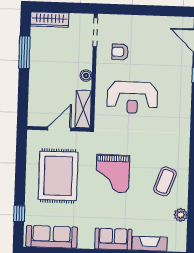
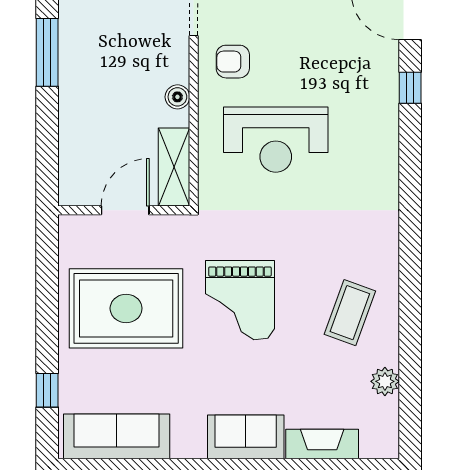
armchair: (120, 52) -> (233, 62), moved
rug: (58, 176) -> (126, 308), turned 90

